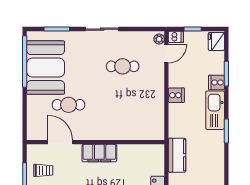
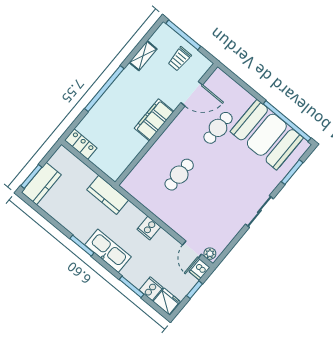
cafe table: (123, 66) -> (179, 175), moved
cooker: (217, 82) -> (151, 289), moved
kitchen counter: (177, 155) -> (108, 195), moved

